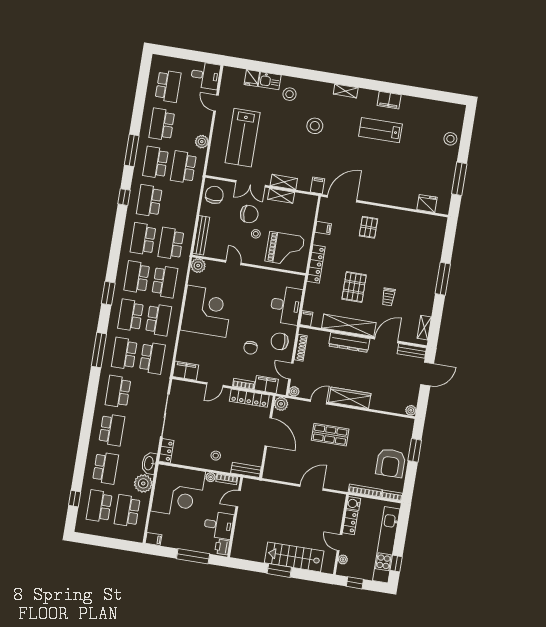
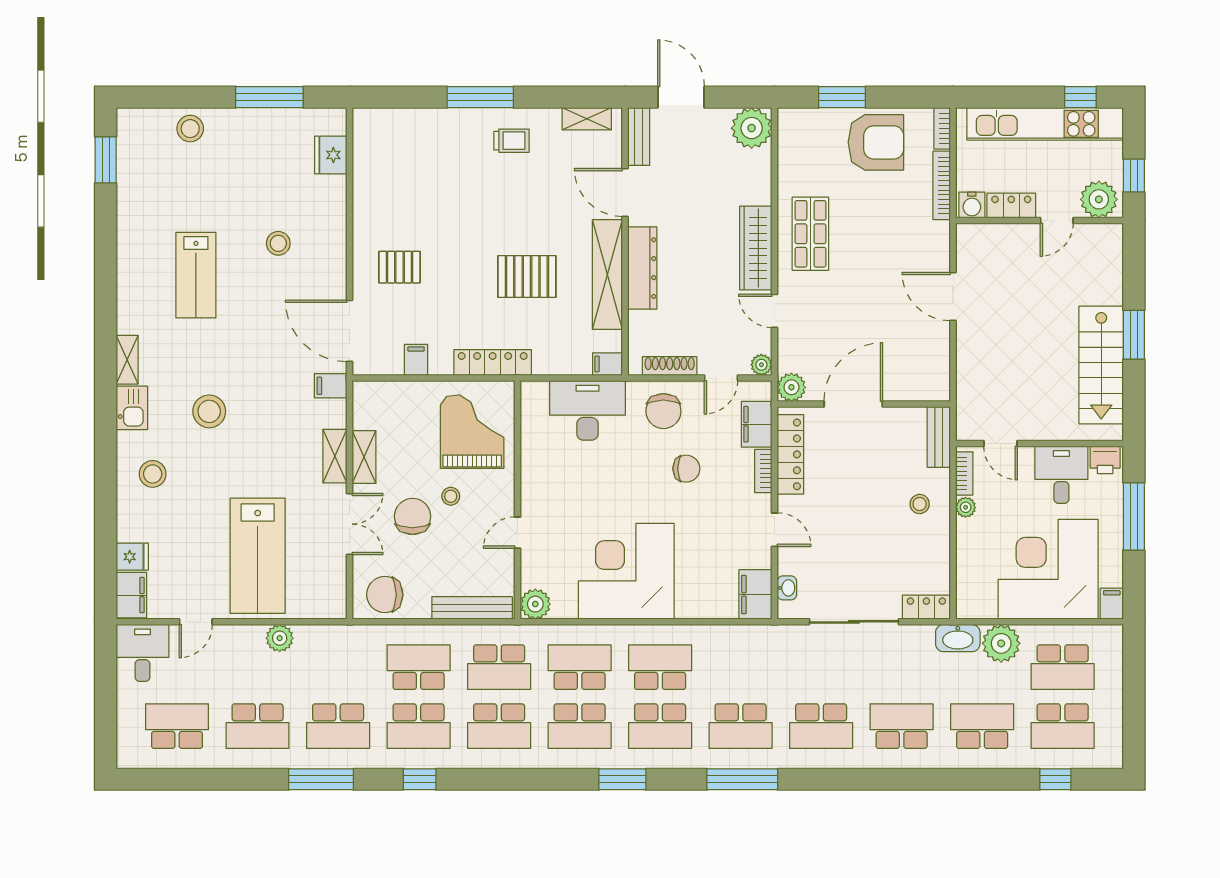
kitchen sink: (270, 81) -> (132, 408), moved
window: (442, 96) -> (106, 160), added
filing cabinet: (389, 100) -> (131, 595), moved
lab bench: (243, 138) -> (258, 556), turned 90
school desk: (184, 167) -> (419, 667), moved, turned 180
stool: (389, 172) -> (278, 243), added
trolley: (388, 297) -> (511, 141), moved
school desk: (152, 358) -> (741, 667), removed
washbasin: (186, 386) -> (787, 588), added
plant: (411, 410) -> (752, 128), width x1.87, depth x1.87
shop shelf: (330, 435) -> (810, 234), moved
corner desk: (178, 491) -> (1048, 569), moved, turned -90
stairs: (294, 557) -> (1101, 365), moved
plant: (343, 559) -> (1099, 199), width x1.88, depth x1.88

